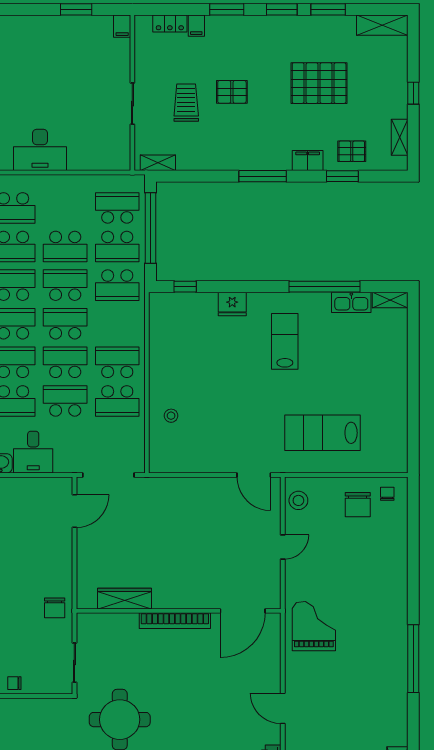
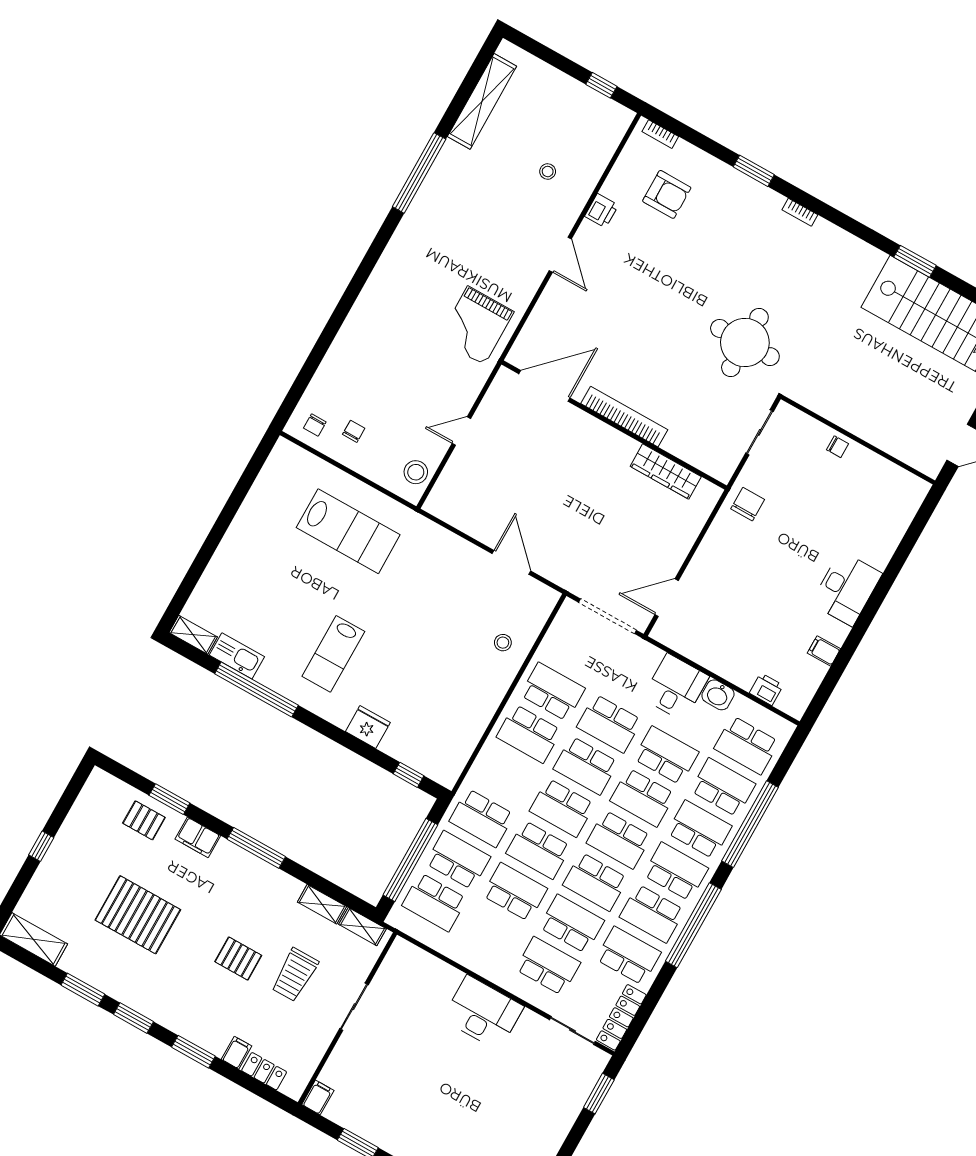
shelving: (400, 137) -> (322, 904), moved, turned 90
school desk: (117, 285) -> (482, 818), turned 180
door: (254, 475) -> (511, 562), moved
chair: (358, 505) -> (354, 431), width x0.54, depth x0.54
window: (413, 659) -> (419, 173), moved

